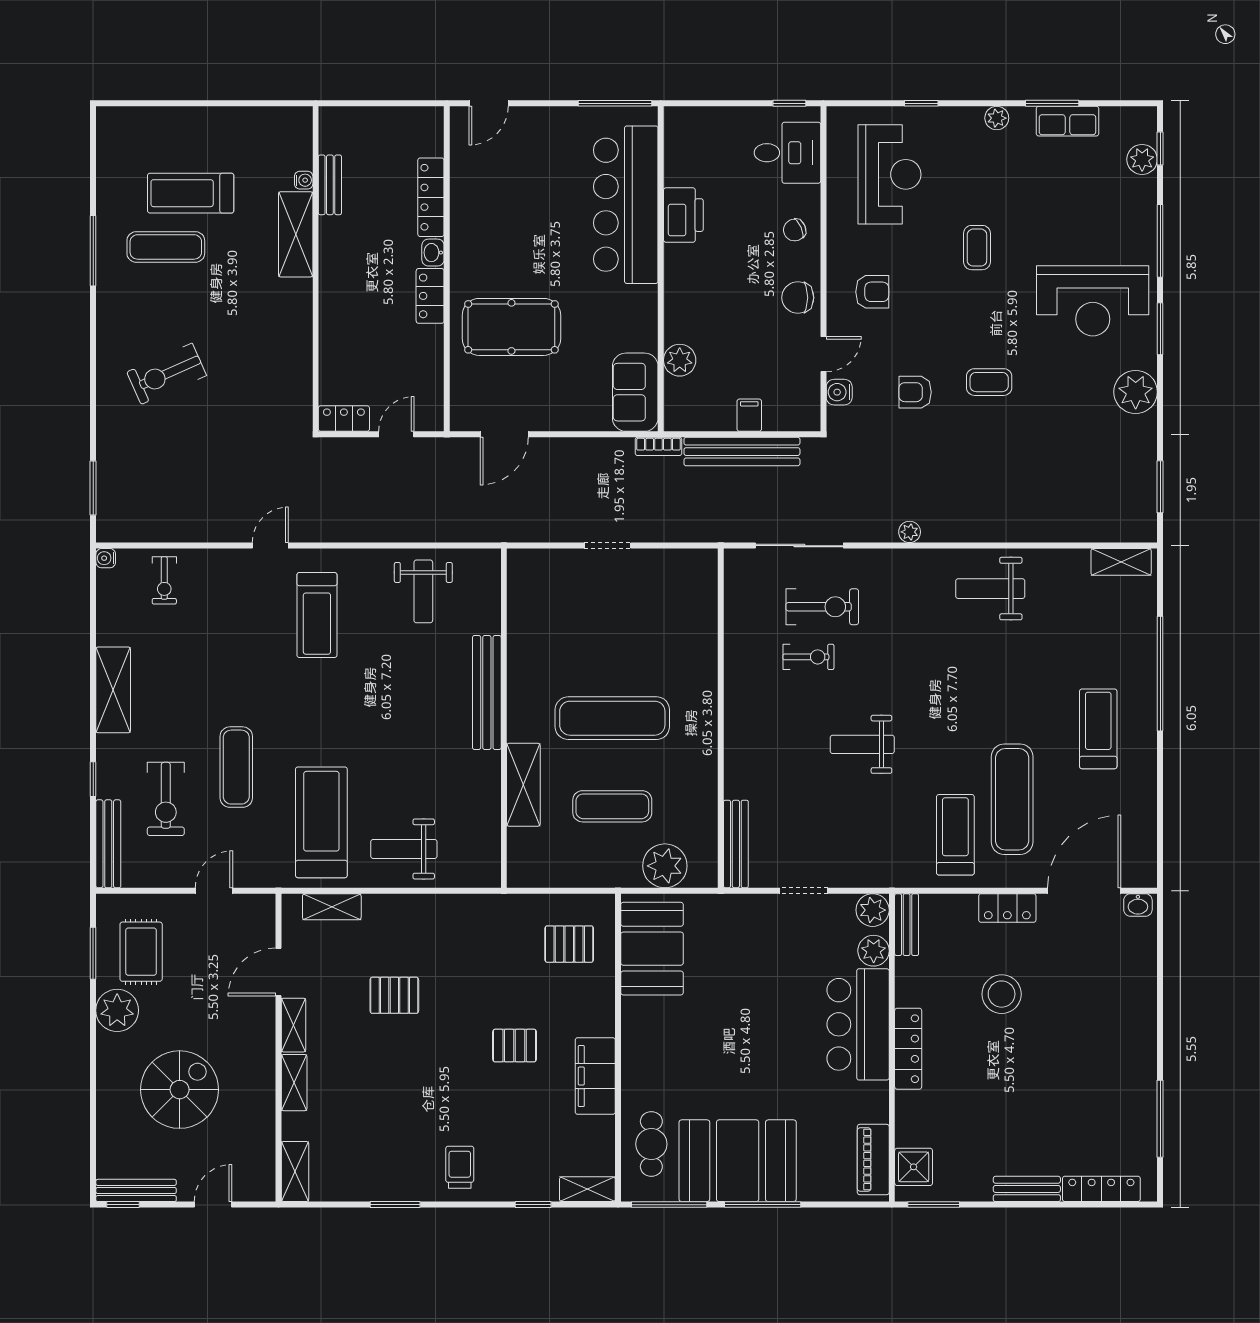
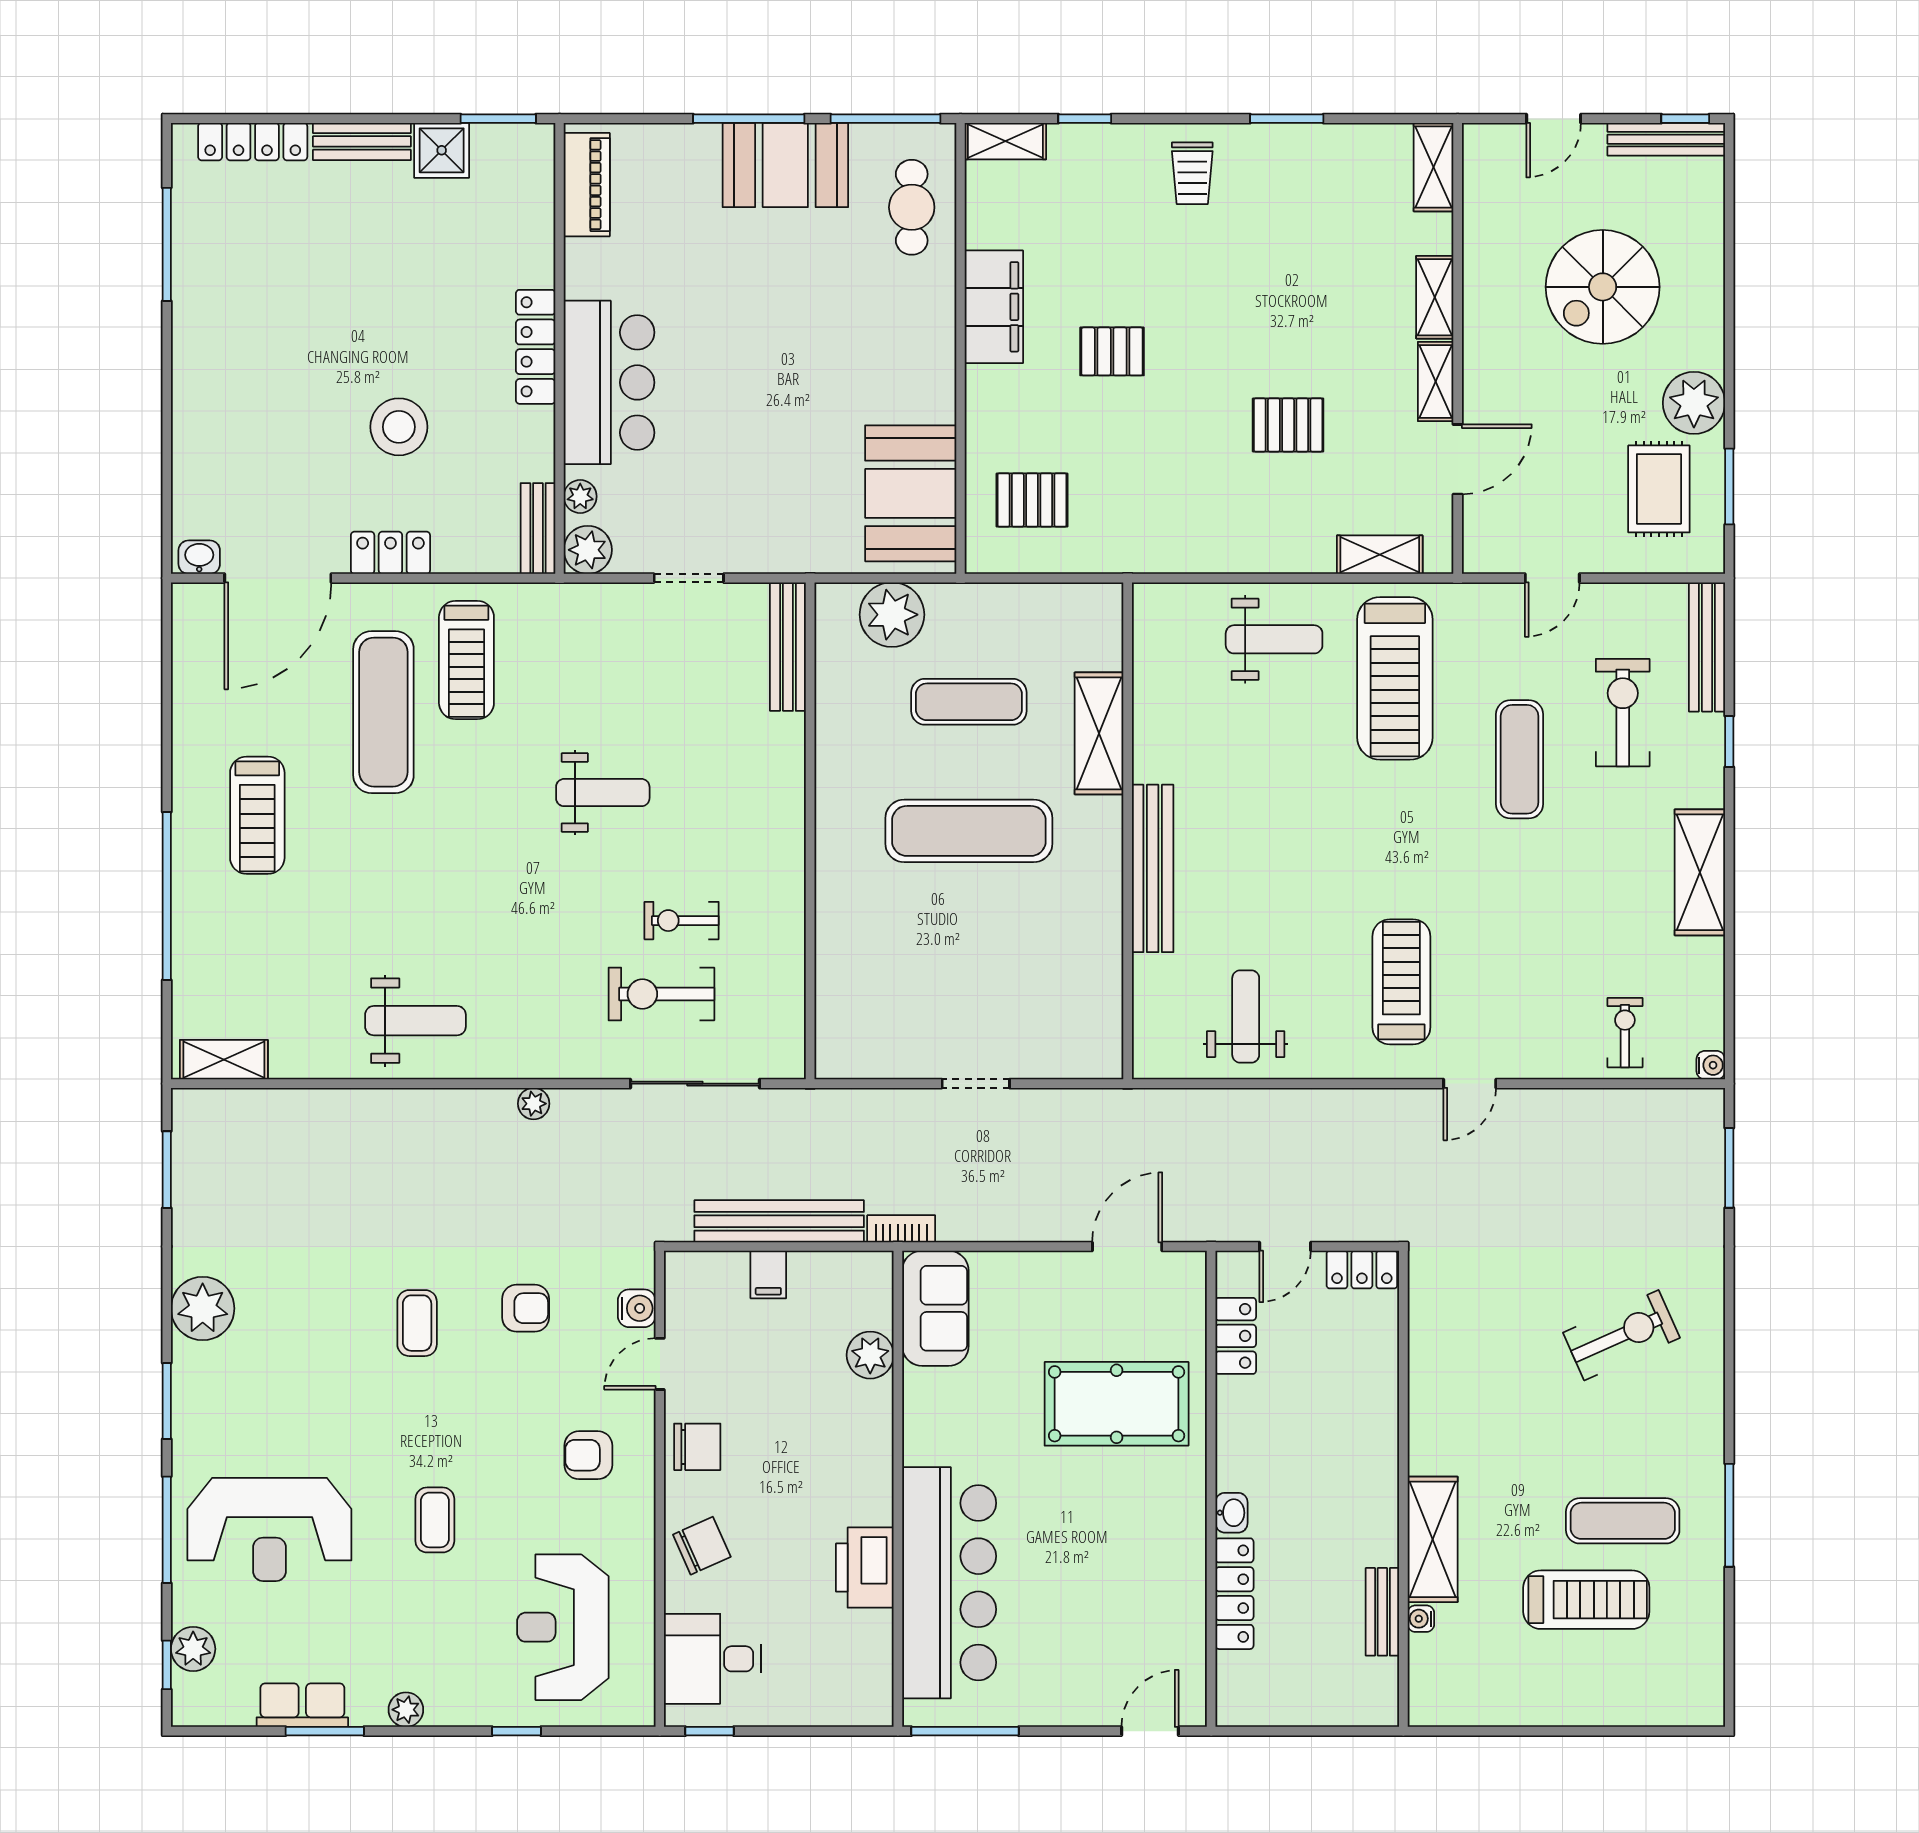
chair: (795, 230) -> (702, 1546), width x1.37, depth x1.37
locker: (430, 296) -> (1236, 1336), moved
reception desk: (1093, 301) -> (269, 1529), moved, turned 180
coffee table: (989, 382) -> (417, 1323), turned 90
plant: (874, 951) -> (580, 496), width x0.73, depth x0.73
booth: (738, 1161) -> (785, 165), width x0.73, depth x0.70
shower: (914, 1167) -> (442, 150), moved

